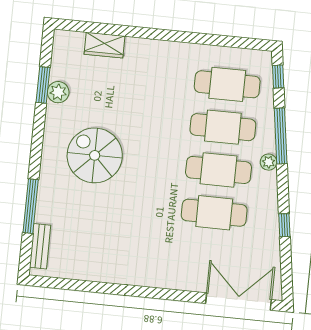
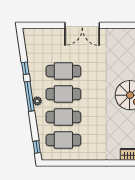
window: (281, 136) -> (29, 96), moved
double door: (238, 301) -> (82, 25), moved

